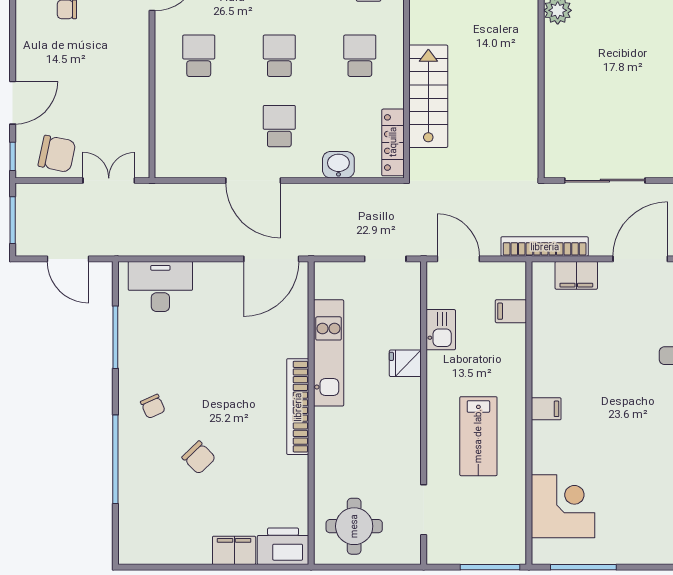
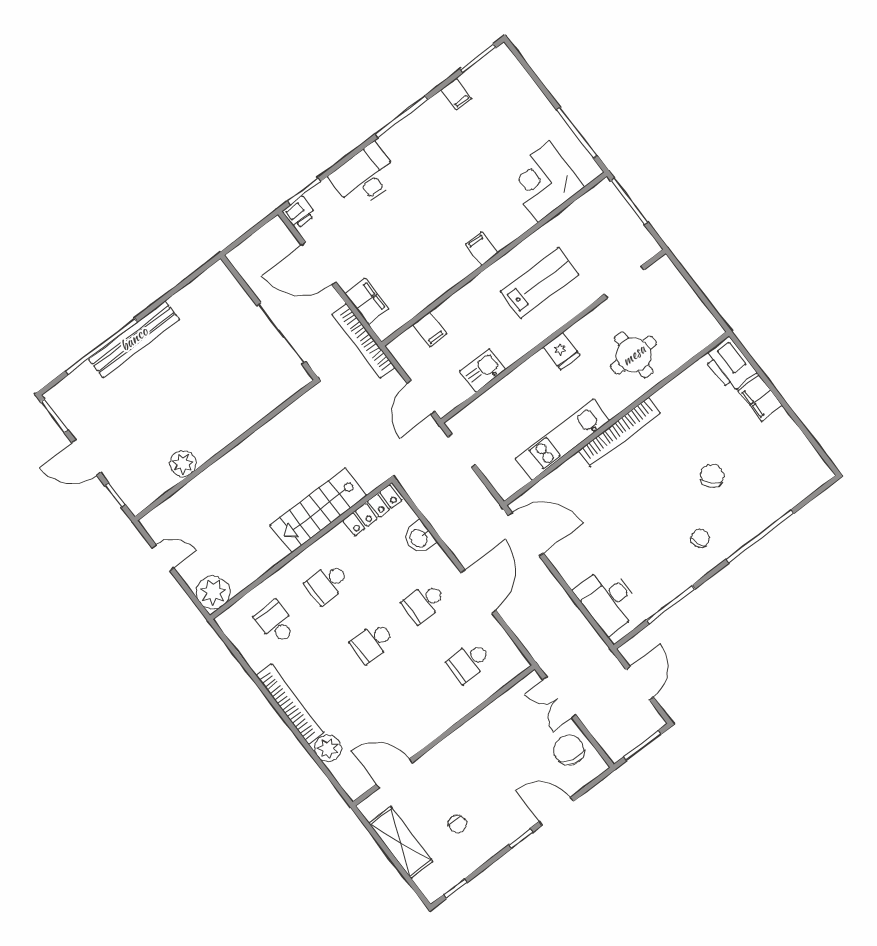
school desk: (199, 56) -> (469, 662), moved
window: (13, 156) -> (521, 839), moved
fridge: (405, 363) -> (561, 351), moved
round table: (354, 526) -> (634, 355), moved

